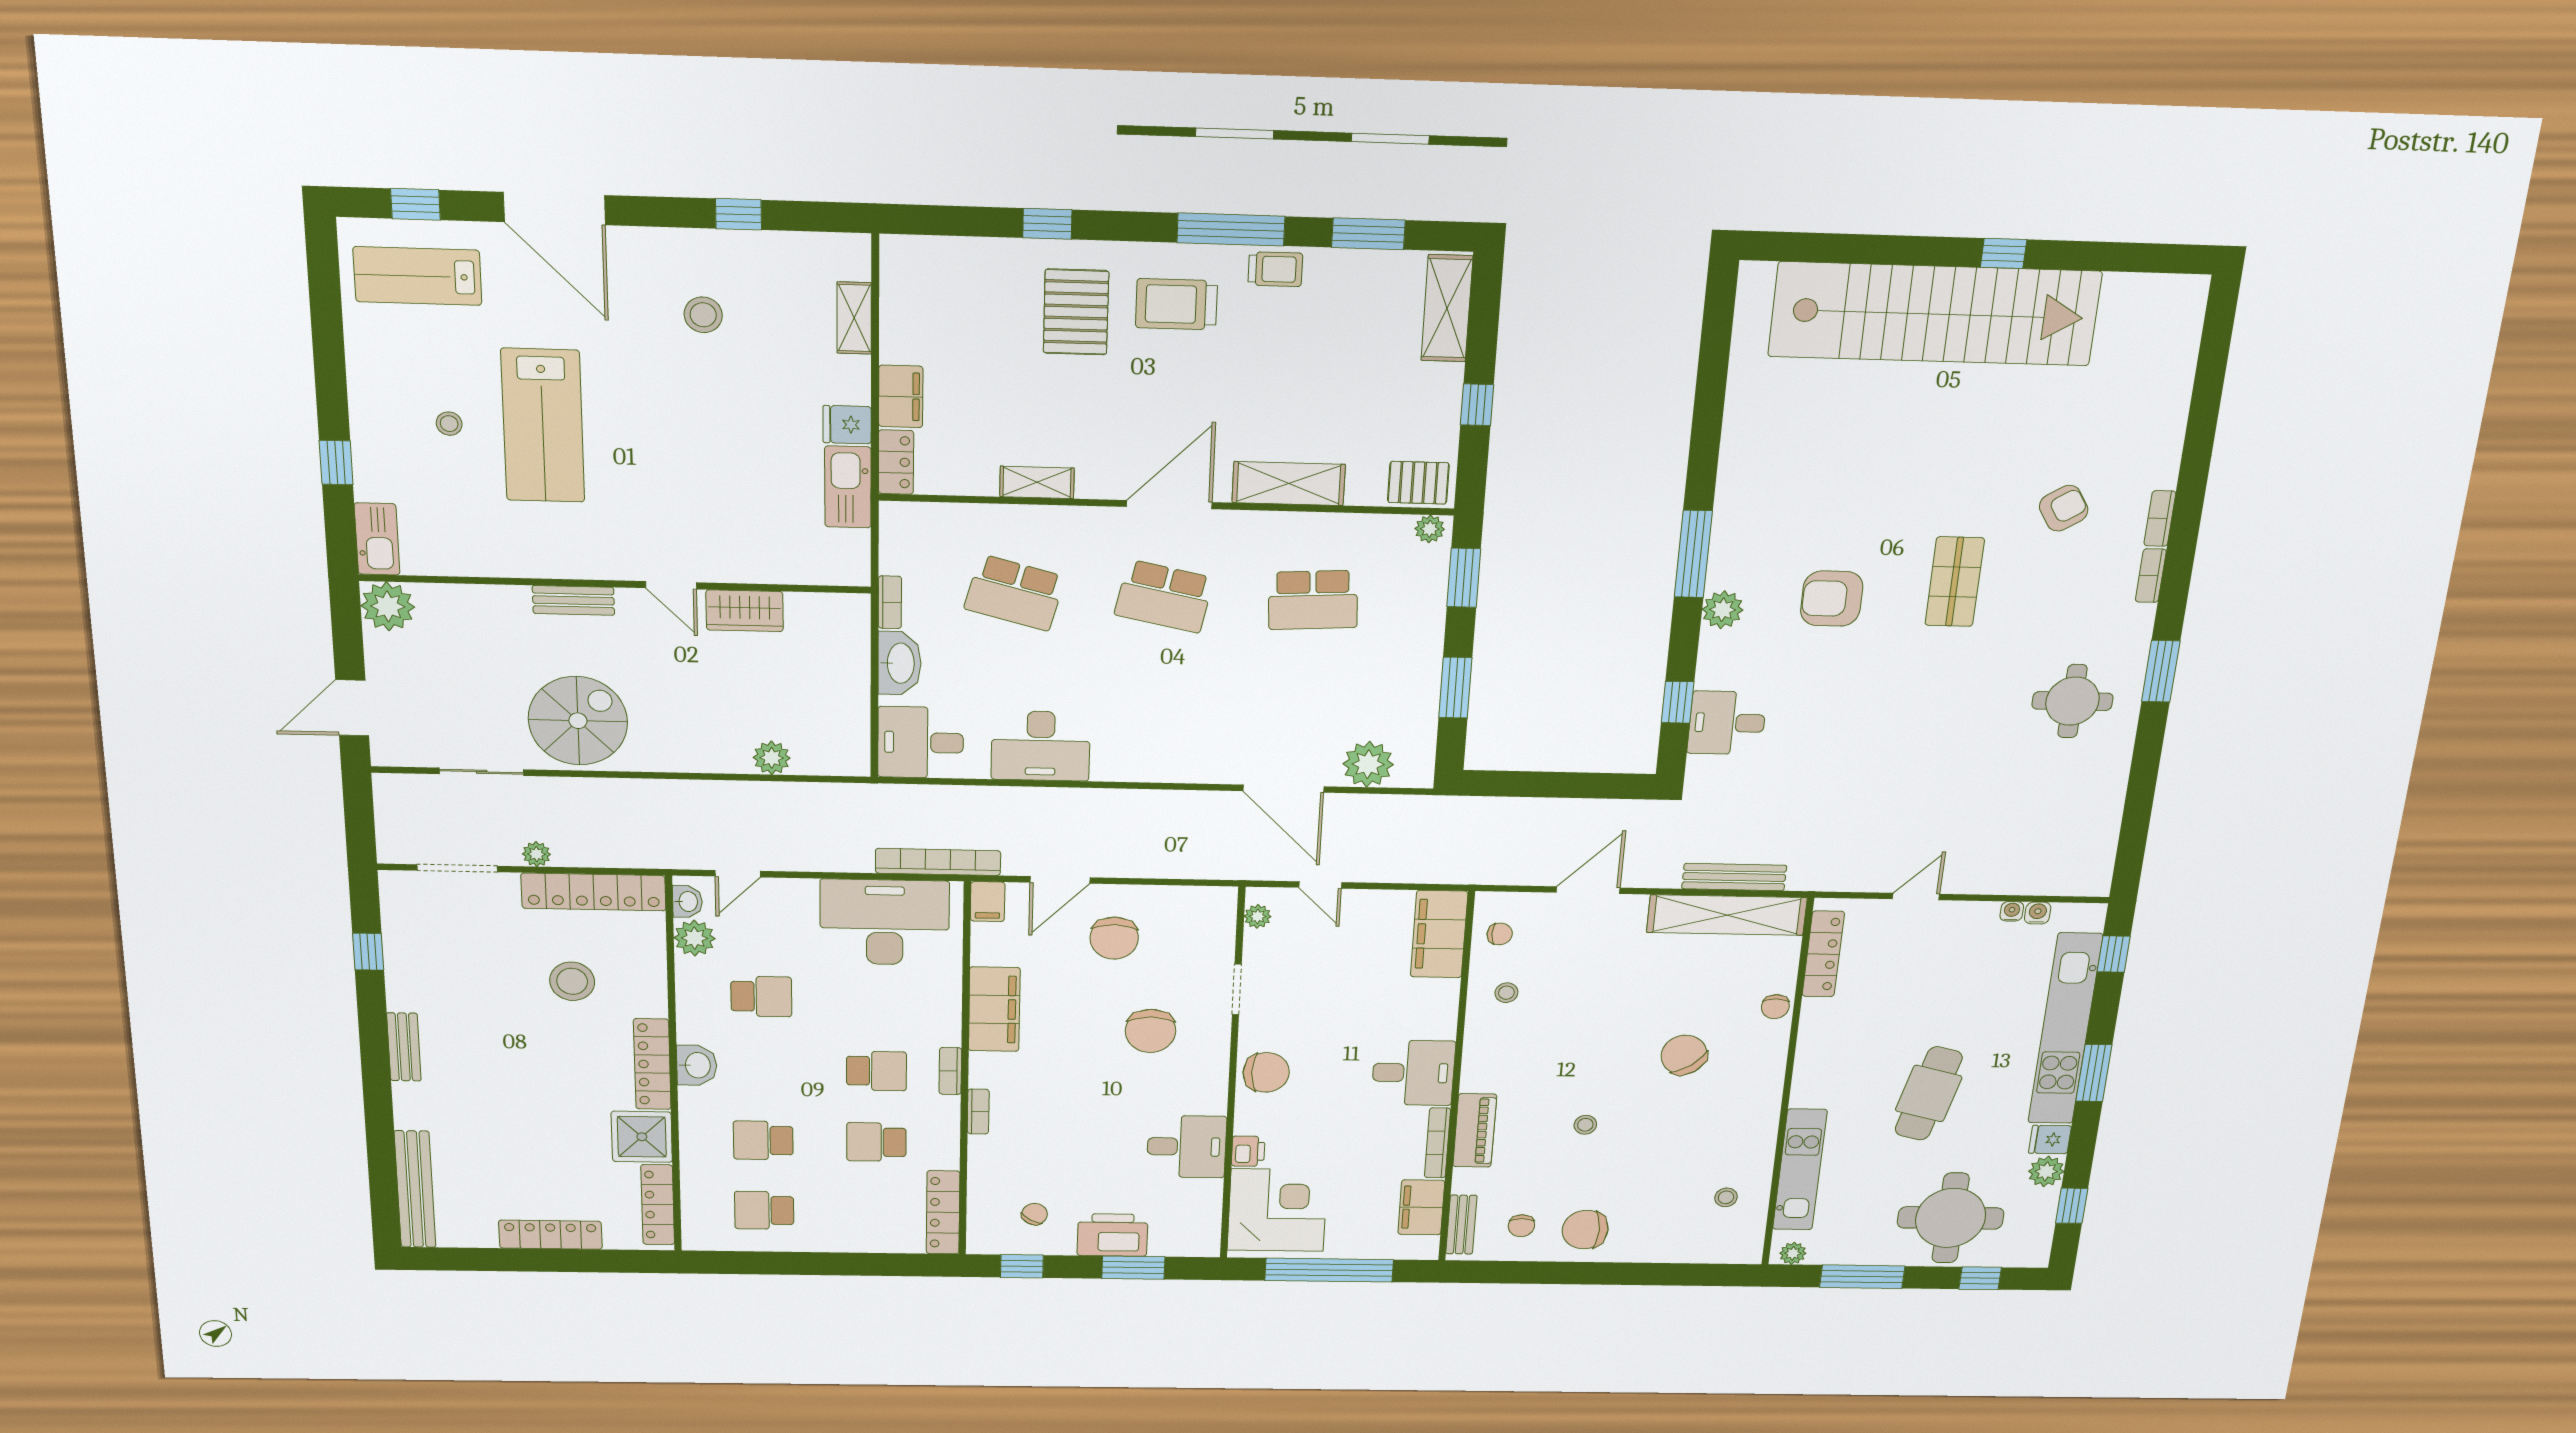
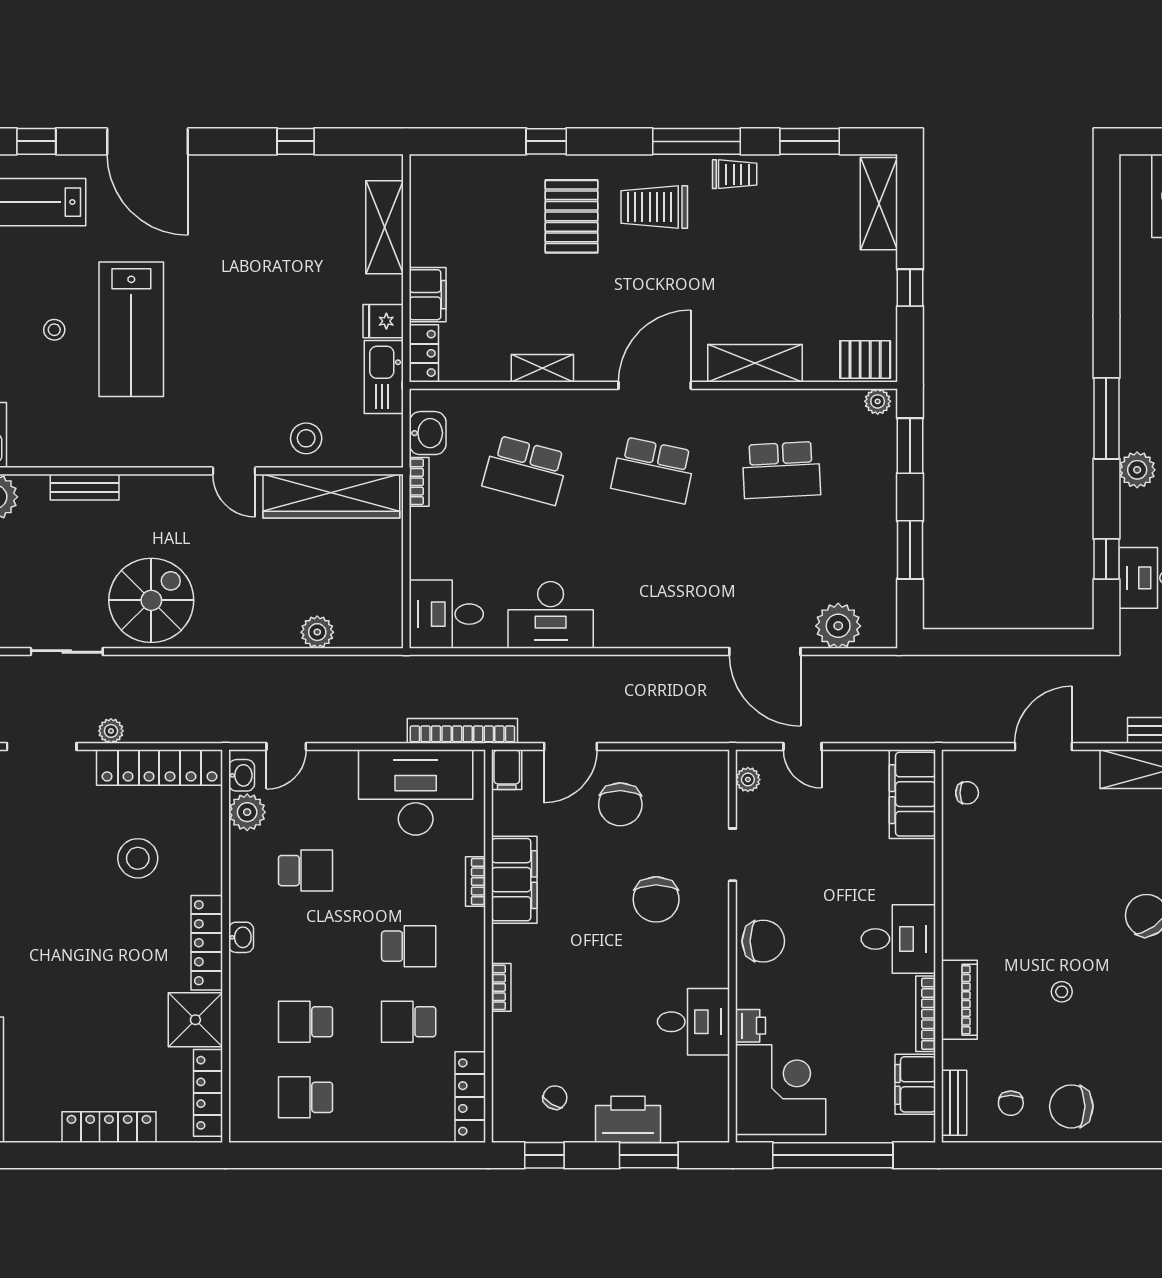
stool: (703, 315) -> (306, 438), moved
shelving: (854, 318) -> (384, 227), width x1.50, depth x1.33
bench: (573, 600) -> (85, 487), moved
wardrobe: (745, 611) -> (331, 496), width x2.10, depth x1.17
washbasin: (900, 663) -> (428, 433), moved, width x0.72
stool: (1506, 993) -> (978, 853), removed
washbasin: (697, 1065) -> (241, 937), width x0.72, depth x0.69
bookcase: (950, 1071) -> (475, 882), moved

